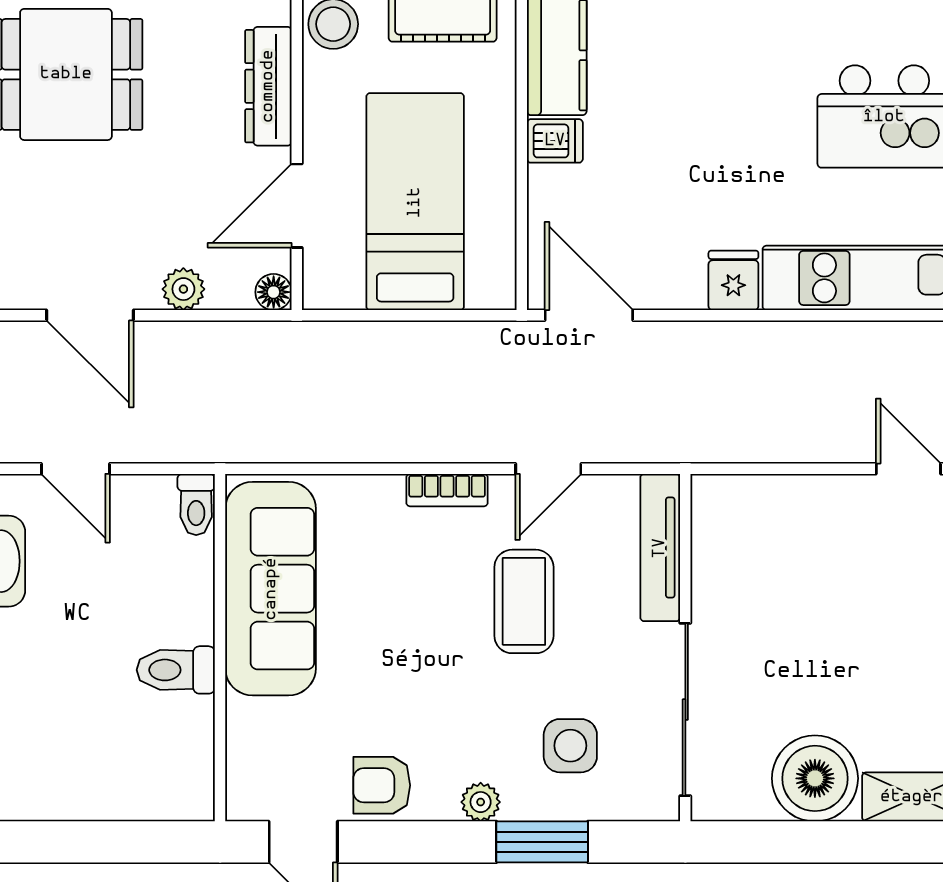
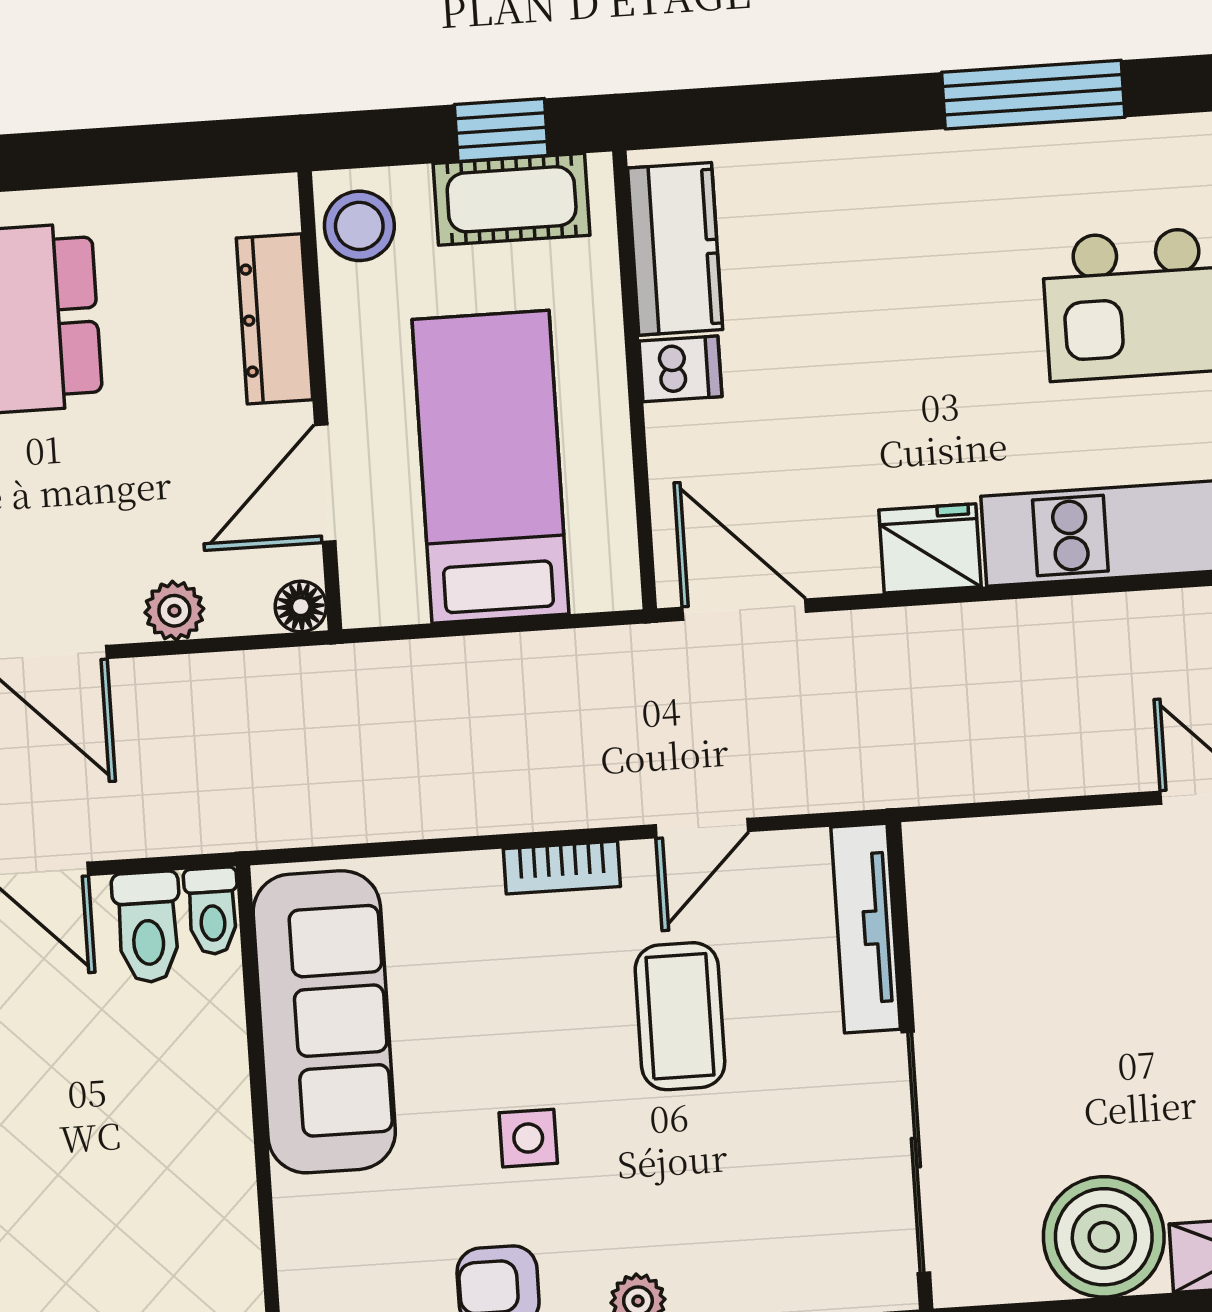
fridge: (733, 280) -> (930, 548), width x1.38
toilet: (176, 670) -> (148, 927), moved, turned -90
side table: (570, 746) -> (528, 1138), moved, width x0.73, depth x0.73

